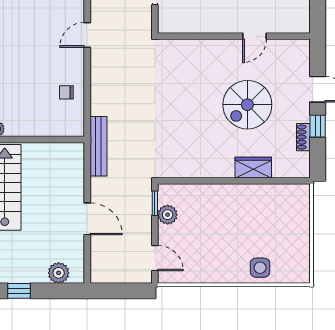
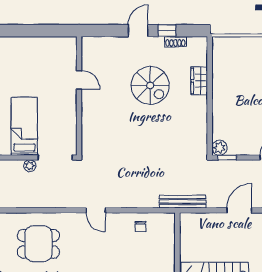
wall: (234, 36) -> (79, 96), moved
door: (254, 36) -> (79, 80), moved
plant: (168, 215) -> (219, 148), moved

